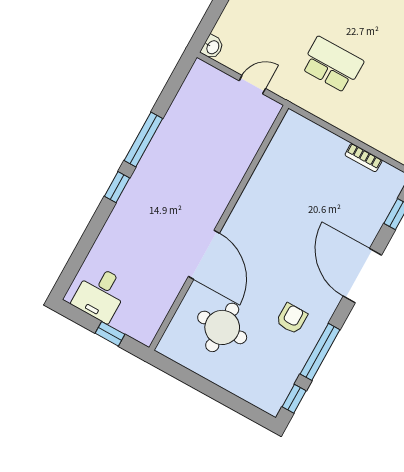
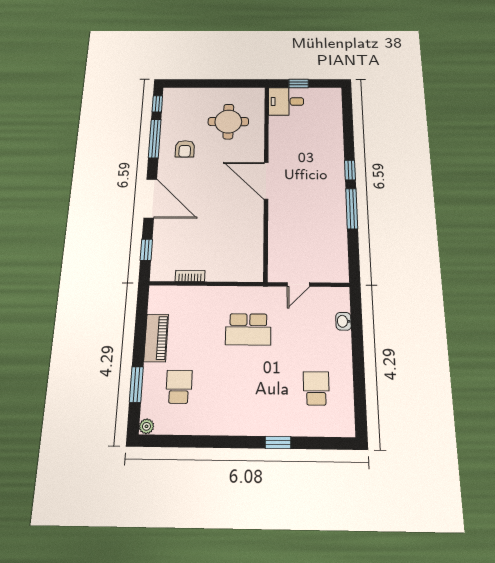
washbasin: (212, 47) -> (343, 321), moved
door: (204, 255) -> (266, 181), moved
desk: (100, 294) -> (286, 101), moved, turned -90

